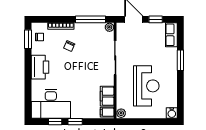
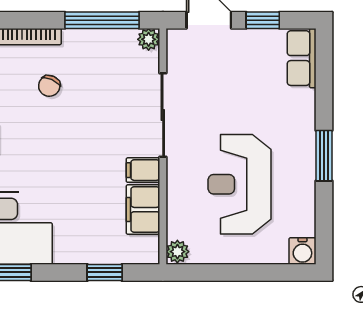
window: (180, 60) -> (324, 156), moved
reception desk: (146, 86) -> (239, 184), turned 180
filing cabinet: (107, 112) -> (143, 170), moved
window: (75, 122) -> (105, 272), moved

